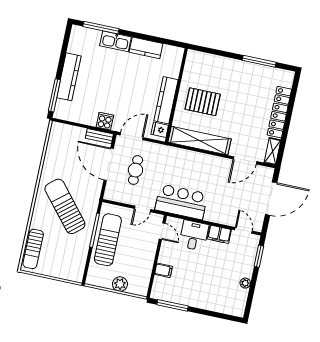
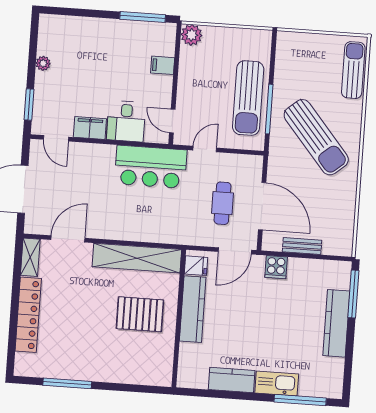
bench: (99, 136) -> (302, 246), moved
plant: (120, 284) -> (191, 35), moved

